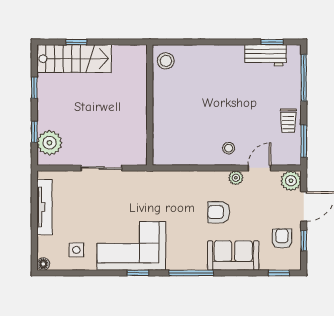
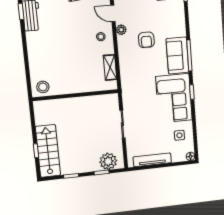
shelving: (184, 157) -> (110, 67), added
sofa: (233, 255) -> (177, 55), moved

